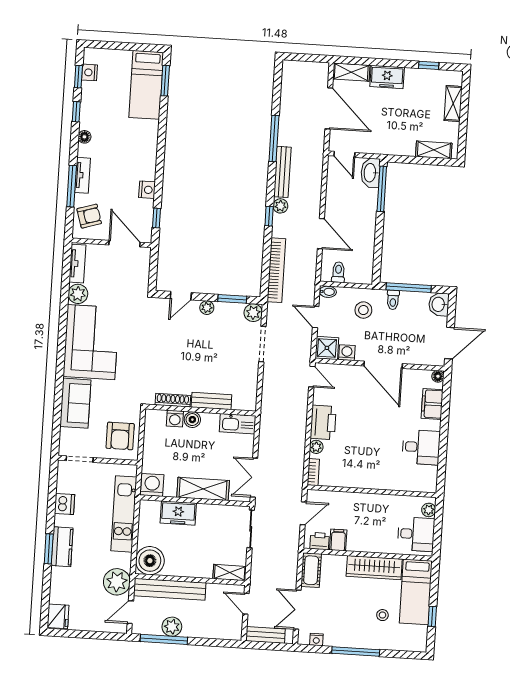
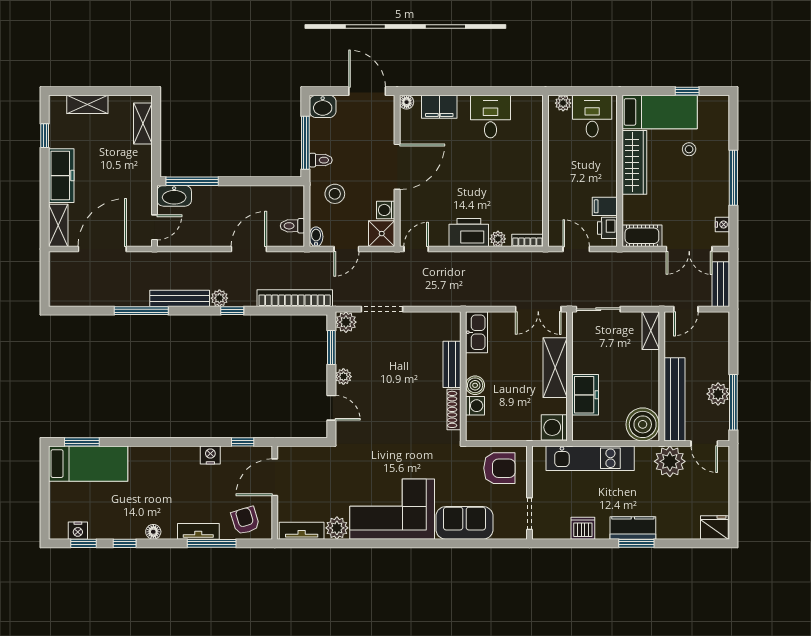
freezer: (387, 77) -> (61, 176), width x1.40

